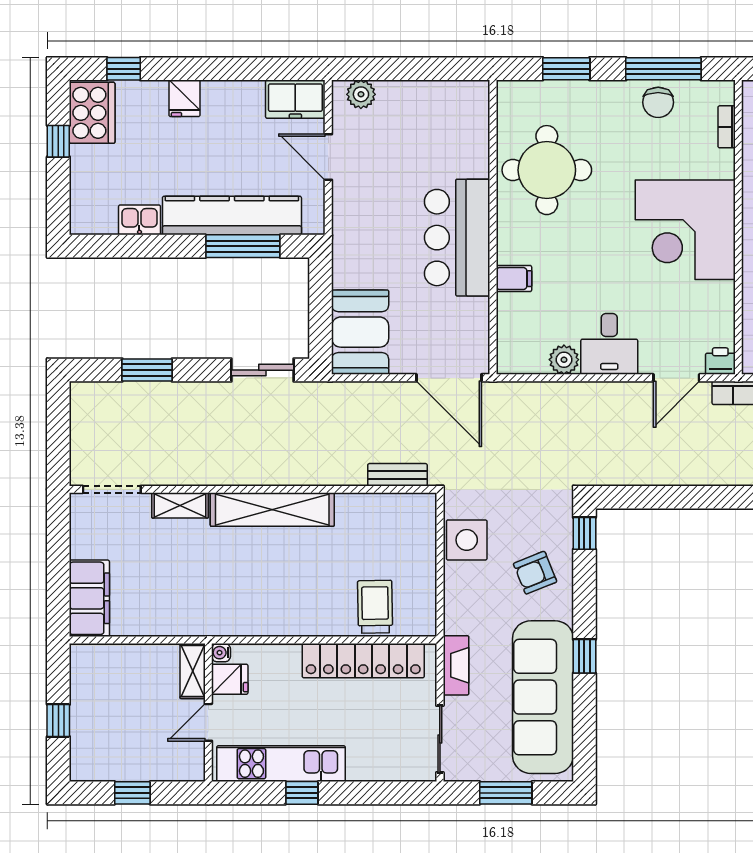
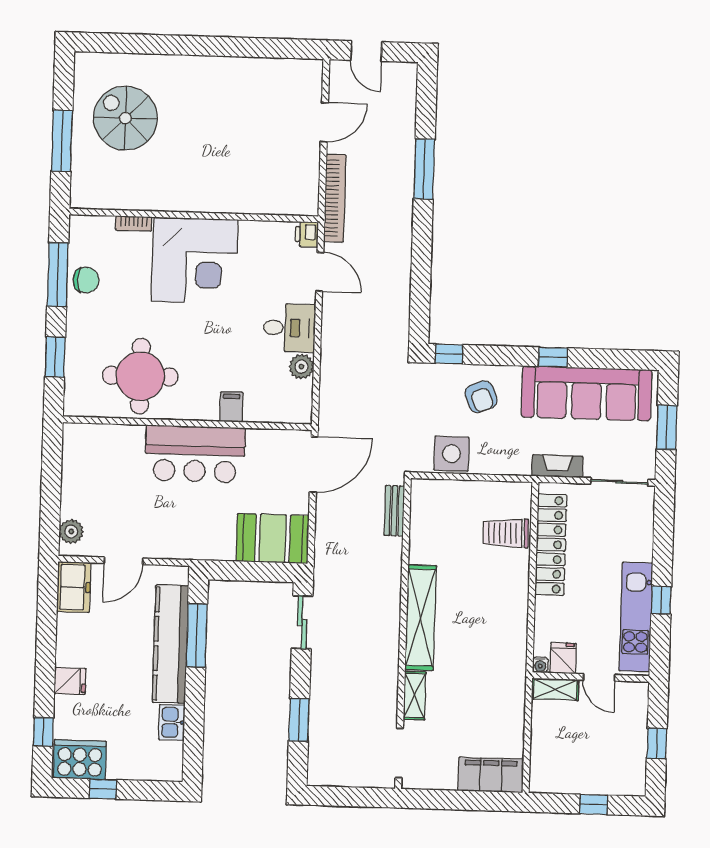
bookcase: (727, 127) -> (134, 223), moved

